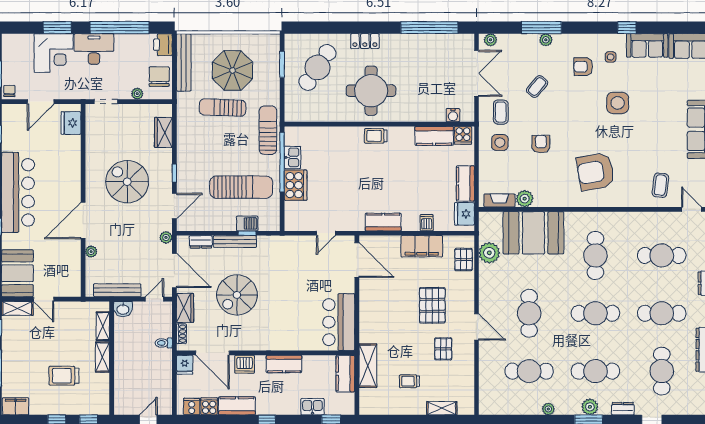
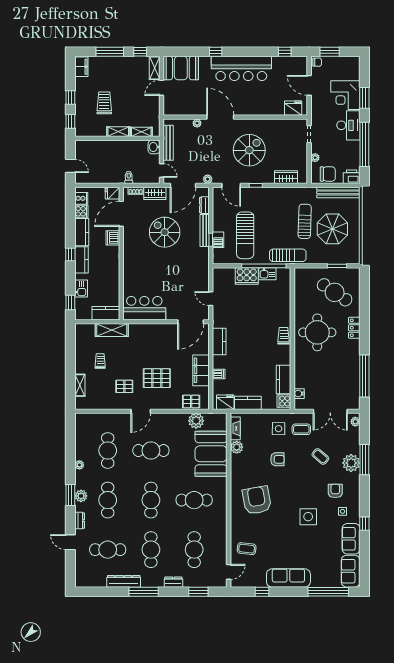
plant: (546, 40) -> (351, 463), width x1.87, depth x1.87
kitchen counter: (284, 364) -> (81, 260), moved, turned 180

